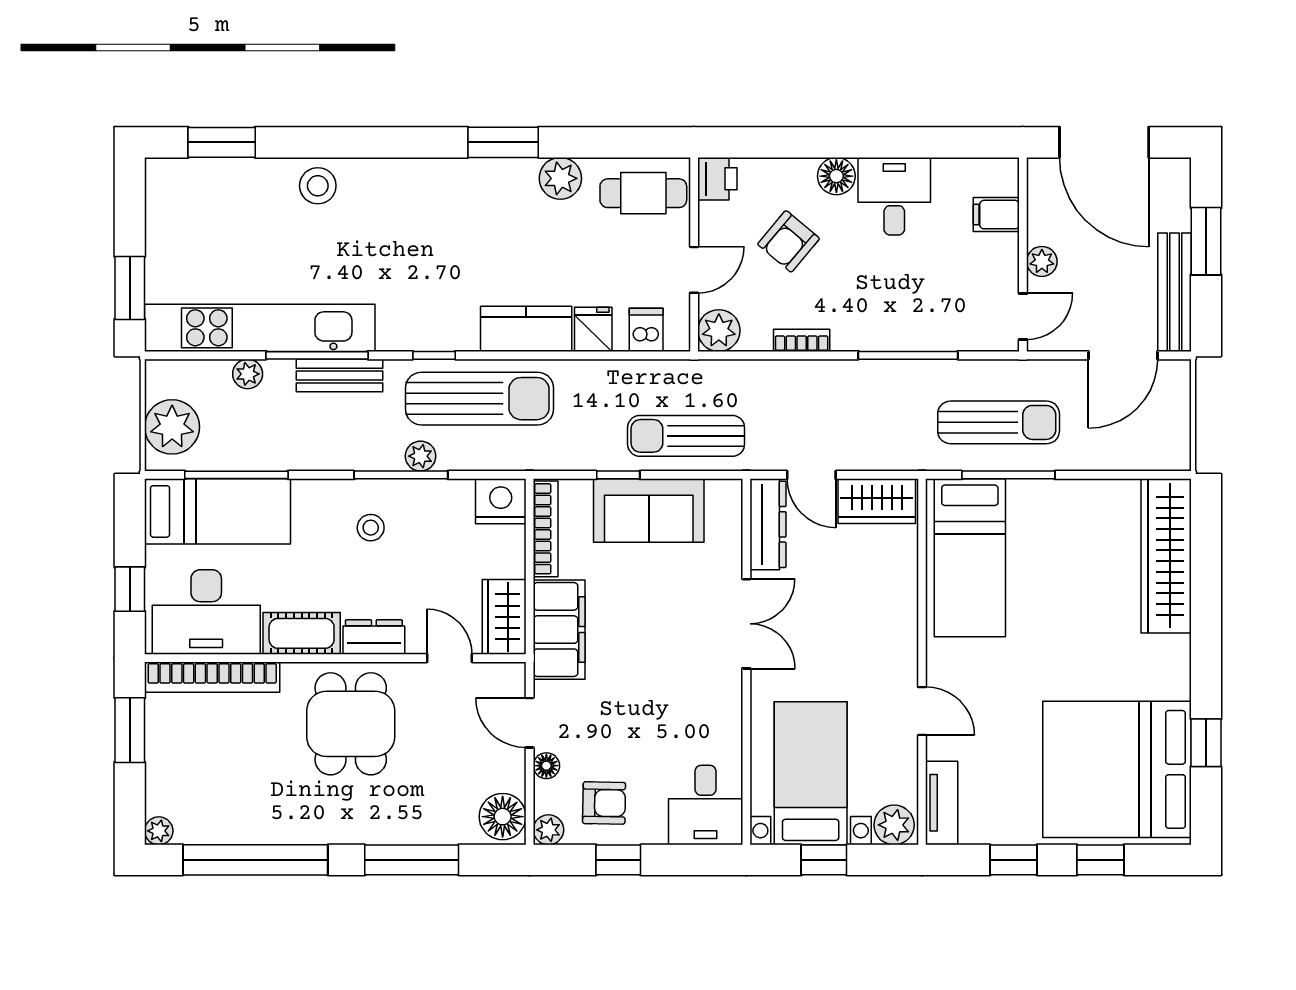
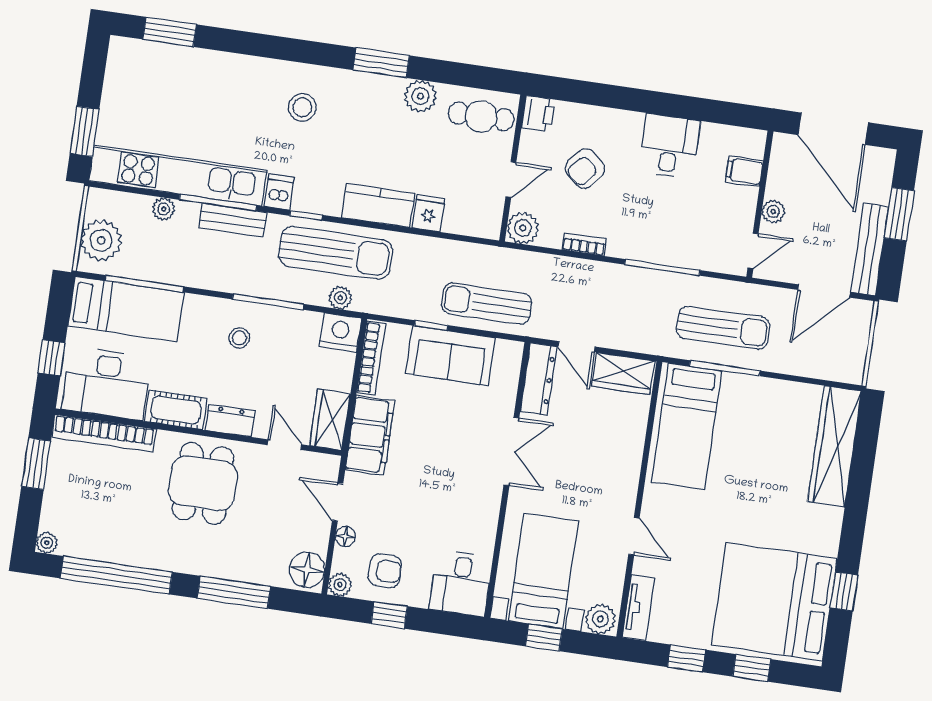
floor lamp: (836, 176) -> (628, 125), removed
stool: (318, 186) -> (302, 107), moved
dishwasher: (646, 330) -> (279, 192), moved
plant: (421, 456) -> (340, 298), moved

